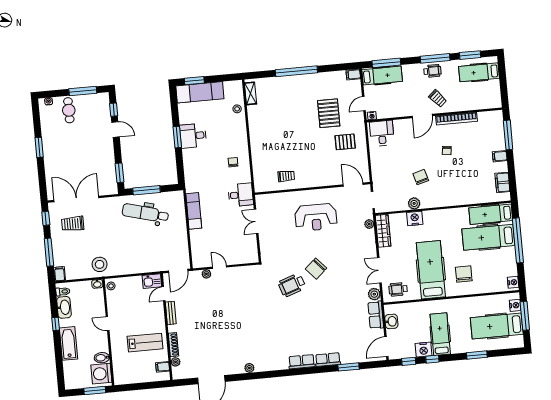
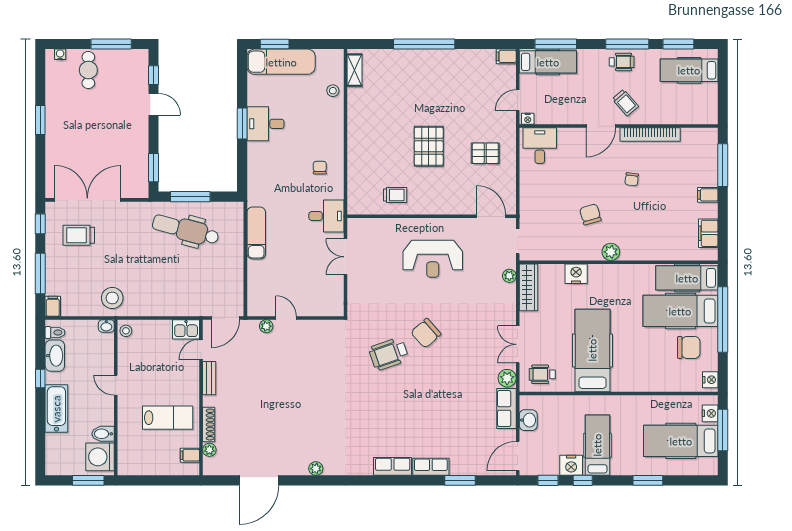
pallet: (329, 113) -> (429, 146), moved
plant: (414, 203) -> (611, 252), moved
chair: (464, 274) -> (689, 347), moved, turned 90

